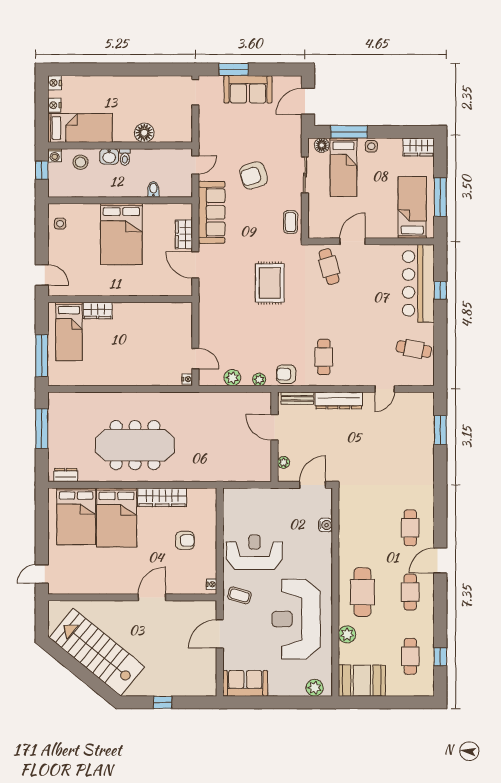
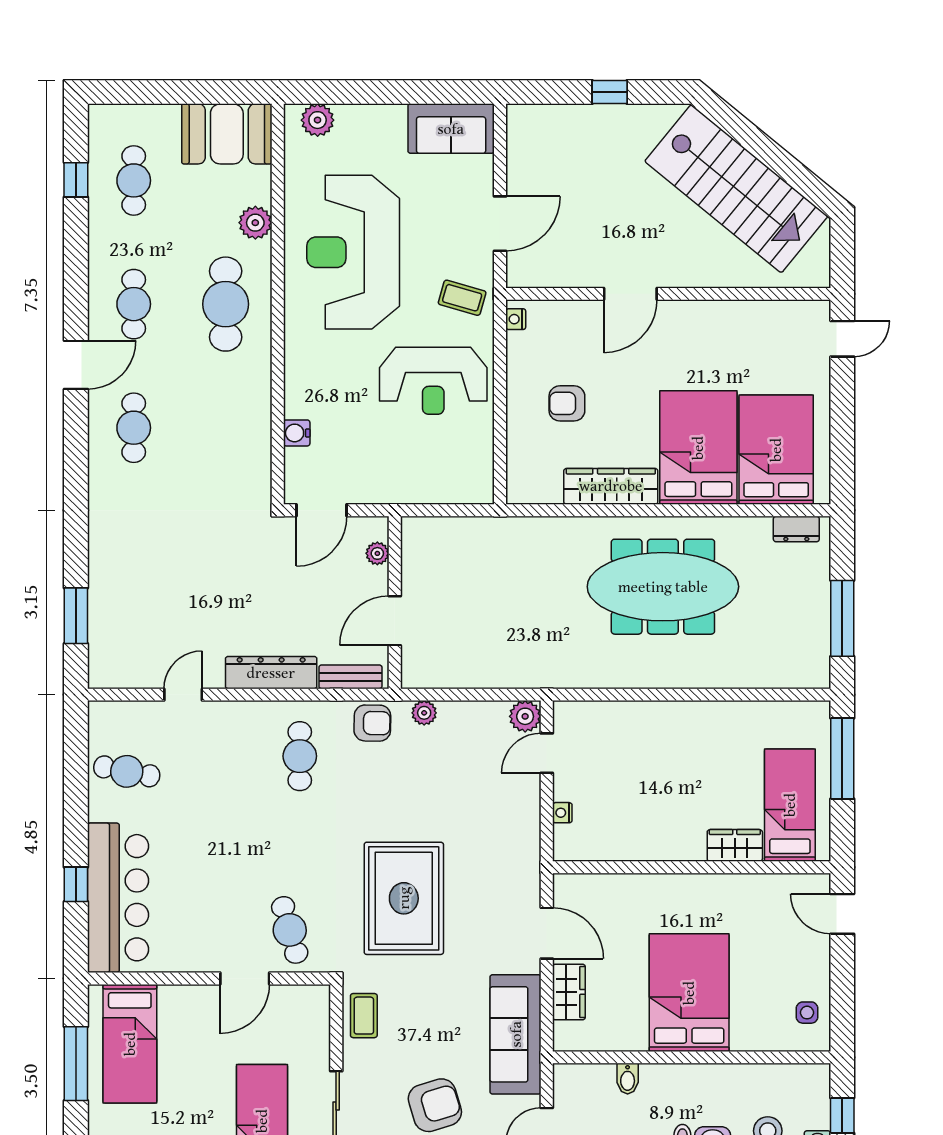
rug: (270, 283) -> (404, 898), width x1.37, depth x1.44
door: (195, 359) -> (547, 753), hinge flipped
plant: (232, 378) -> (525, 716), moved
nightstand: (187, 379) -> (562, 813), moved
door: (274, 427) -> (395, 621), swing flipped
reception desk: (296, 619) -> (353, 252), turned 180

